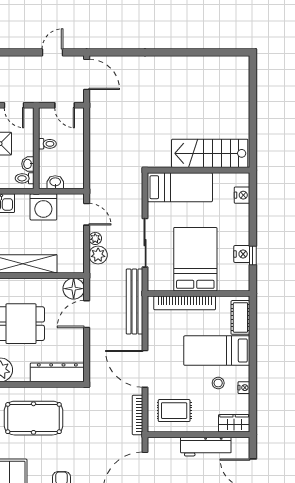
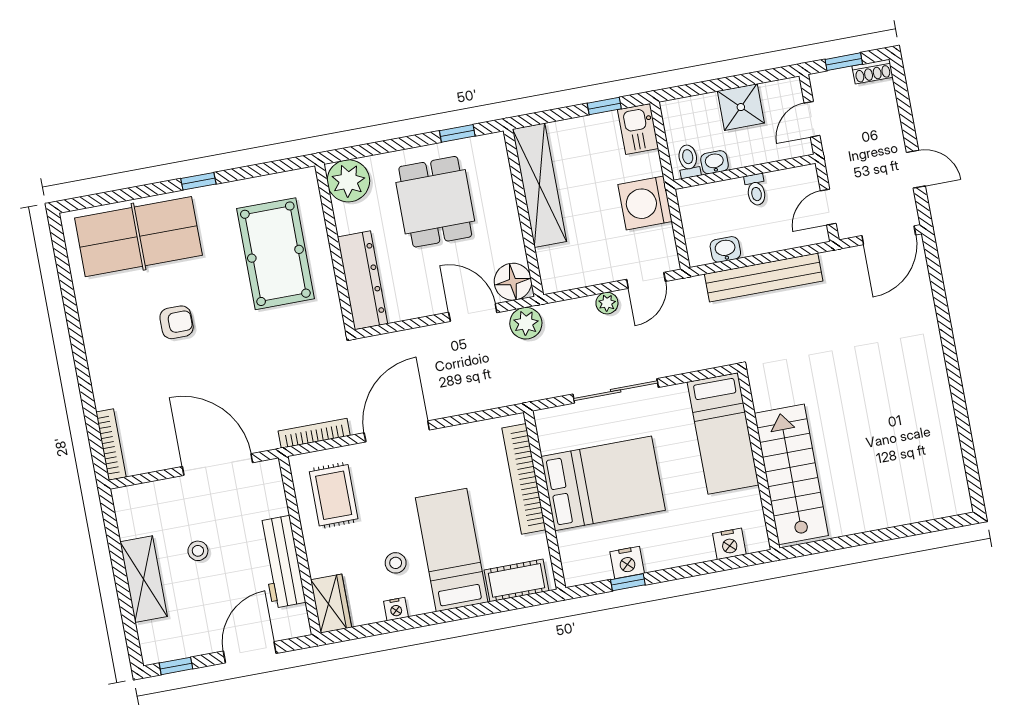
washbasin: (55, 182) -> (725, 249), moved, turned -90
plant: (98, 255) -> (526, 323), moved
bench: (134, 301) -> (764, 277), moved

